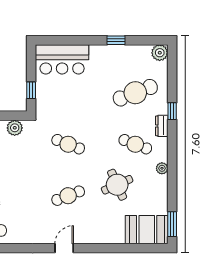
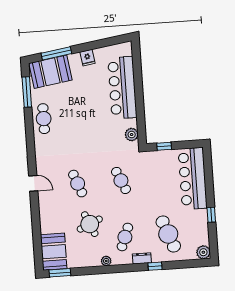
bar counter: (62, 59) -> (193, 179), width x1.36
cafe table: (68, 144) -> (121, 180), turned -45

